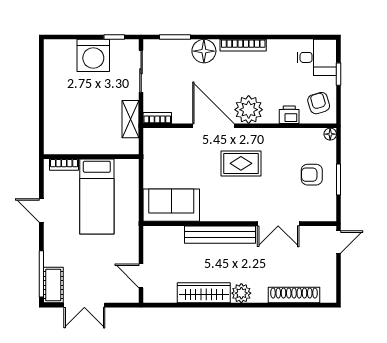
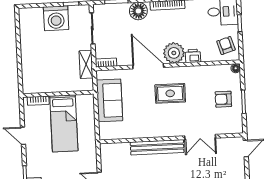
printer: (289, 115) -> (193, 56), moved
sofa: (171, 205) -> (110, 100), moved, turned 90

